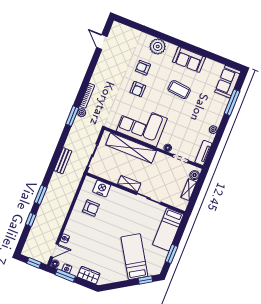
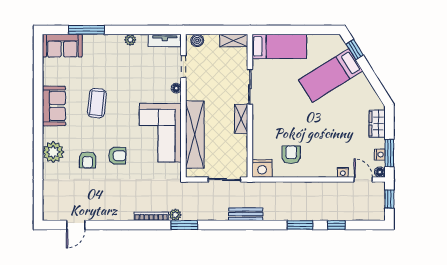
nightstand: (102, 188) -> (262, 168), moved, turned -90
shelving: (189, 190) -> (234, 40), moved
window: (171, 254) -> (309, 30), removed

